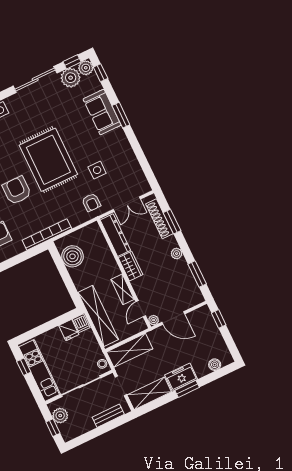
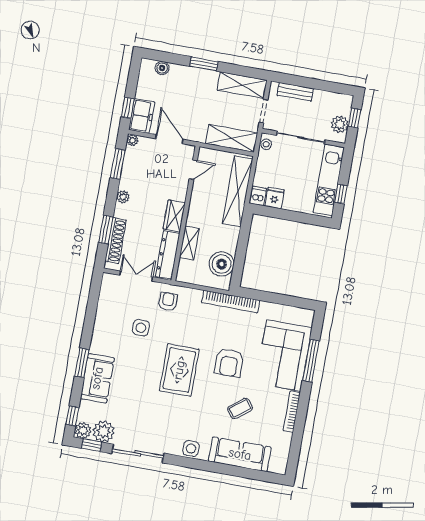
rug: (48, 160) -> (179, 370), width x0.73, depth x0.69
shelving: (123, 289) -> (189, 243), moved
plant: (154, 320) -> (133, 140), moved
freezer: (181, 377) -> (142, 116), moved, turned -90

